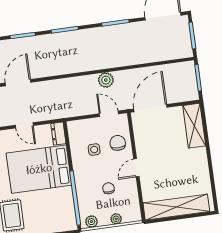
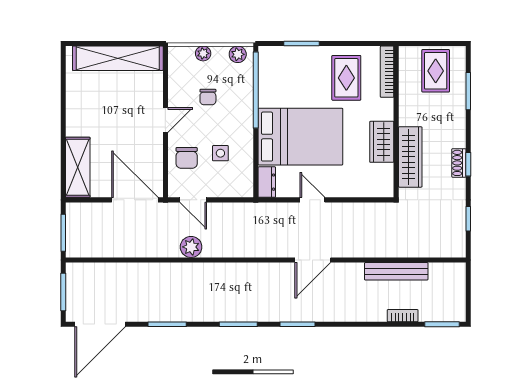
door: (150, 108) -> (135, 200), swing flipped

